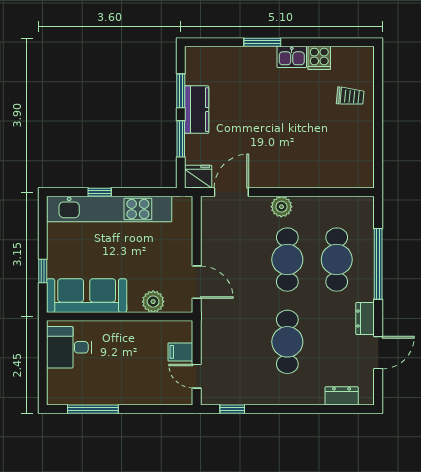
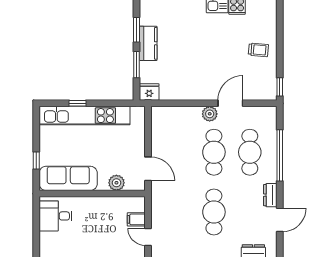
trolley: (350, 96) -> (258, 50), moved
window: (378, 170) -> (280, 87), added
door: (231, 192) -> (230, 103), moved

